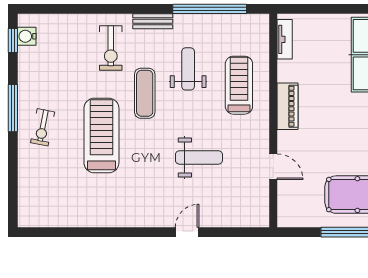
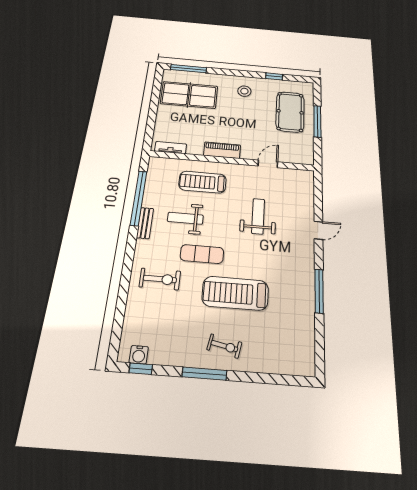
bench: (153, 21) -> (145, 223), moved
window: (112, 232) -> (319, 291), added
door: (187, 232) -> (318, 230), swing flipped

